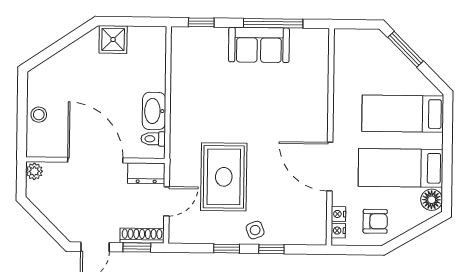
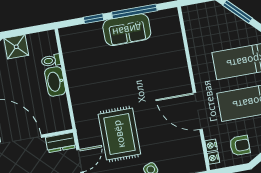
window: (201, 22) -> (94, 19), moved
washbasin: (154, 111) -> (55, 81), moved
toilet: (153, 139) -> (51, 61), moved

